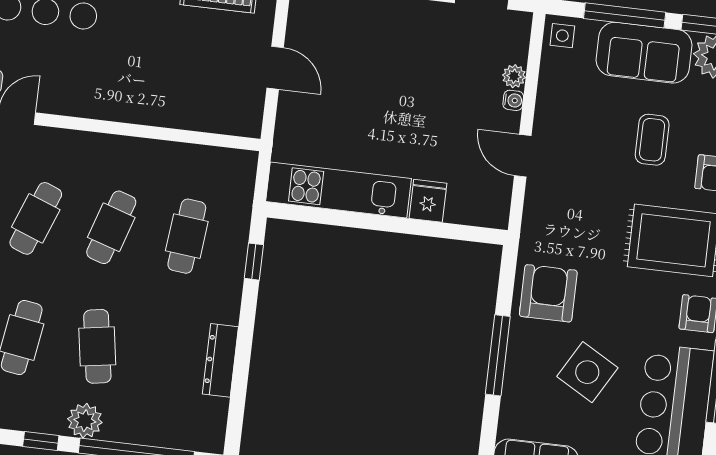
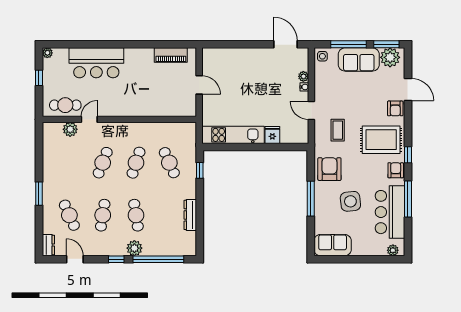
coffee table: (652, 140) -> (338, 130), moved
cafe table: (187, 236) -> (169, 163), turned -30
side table: (587, 372) -> (350, 201), turned -36

